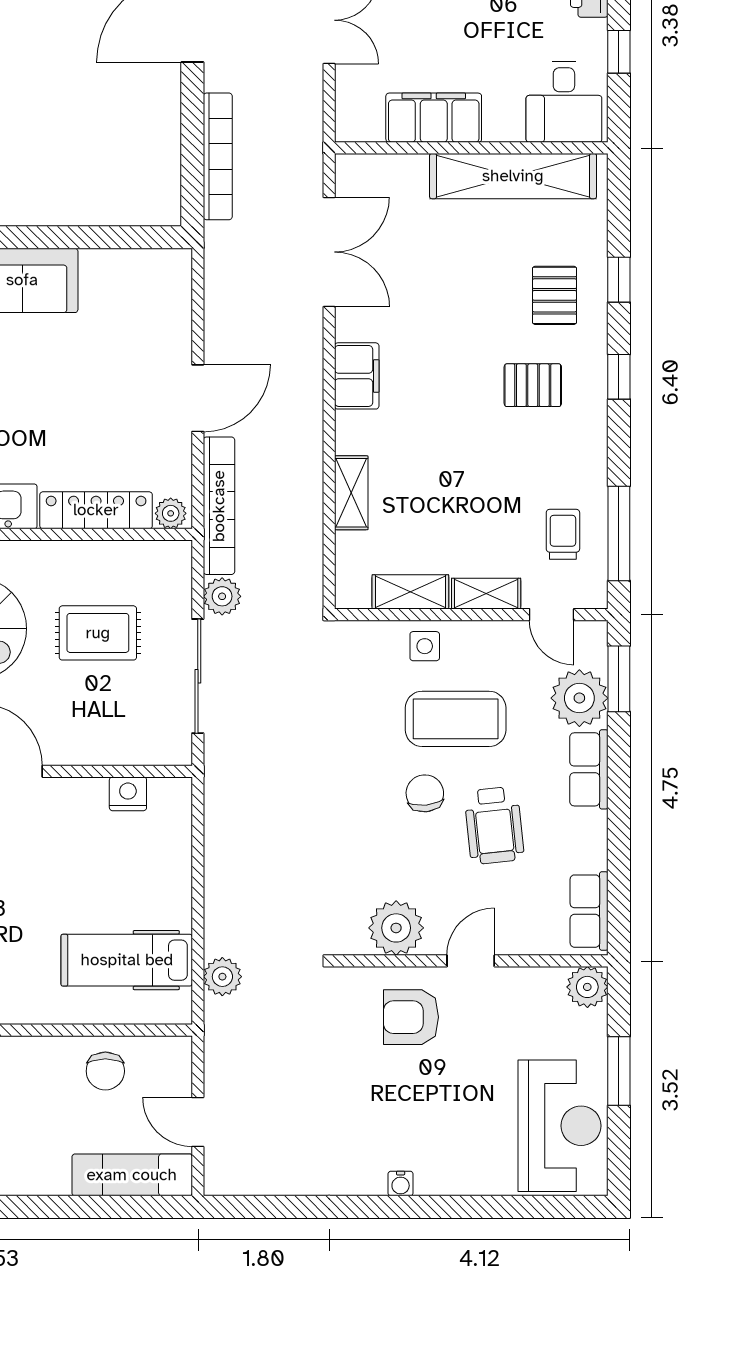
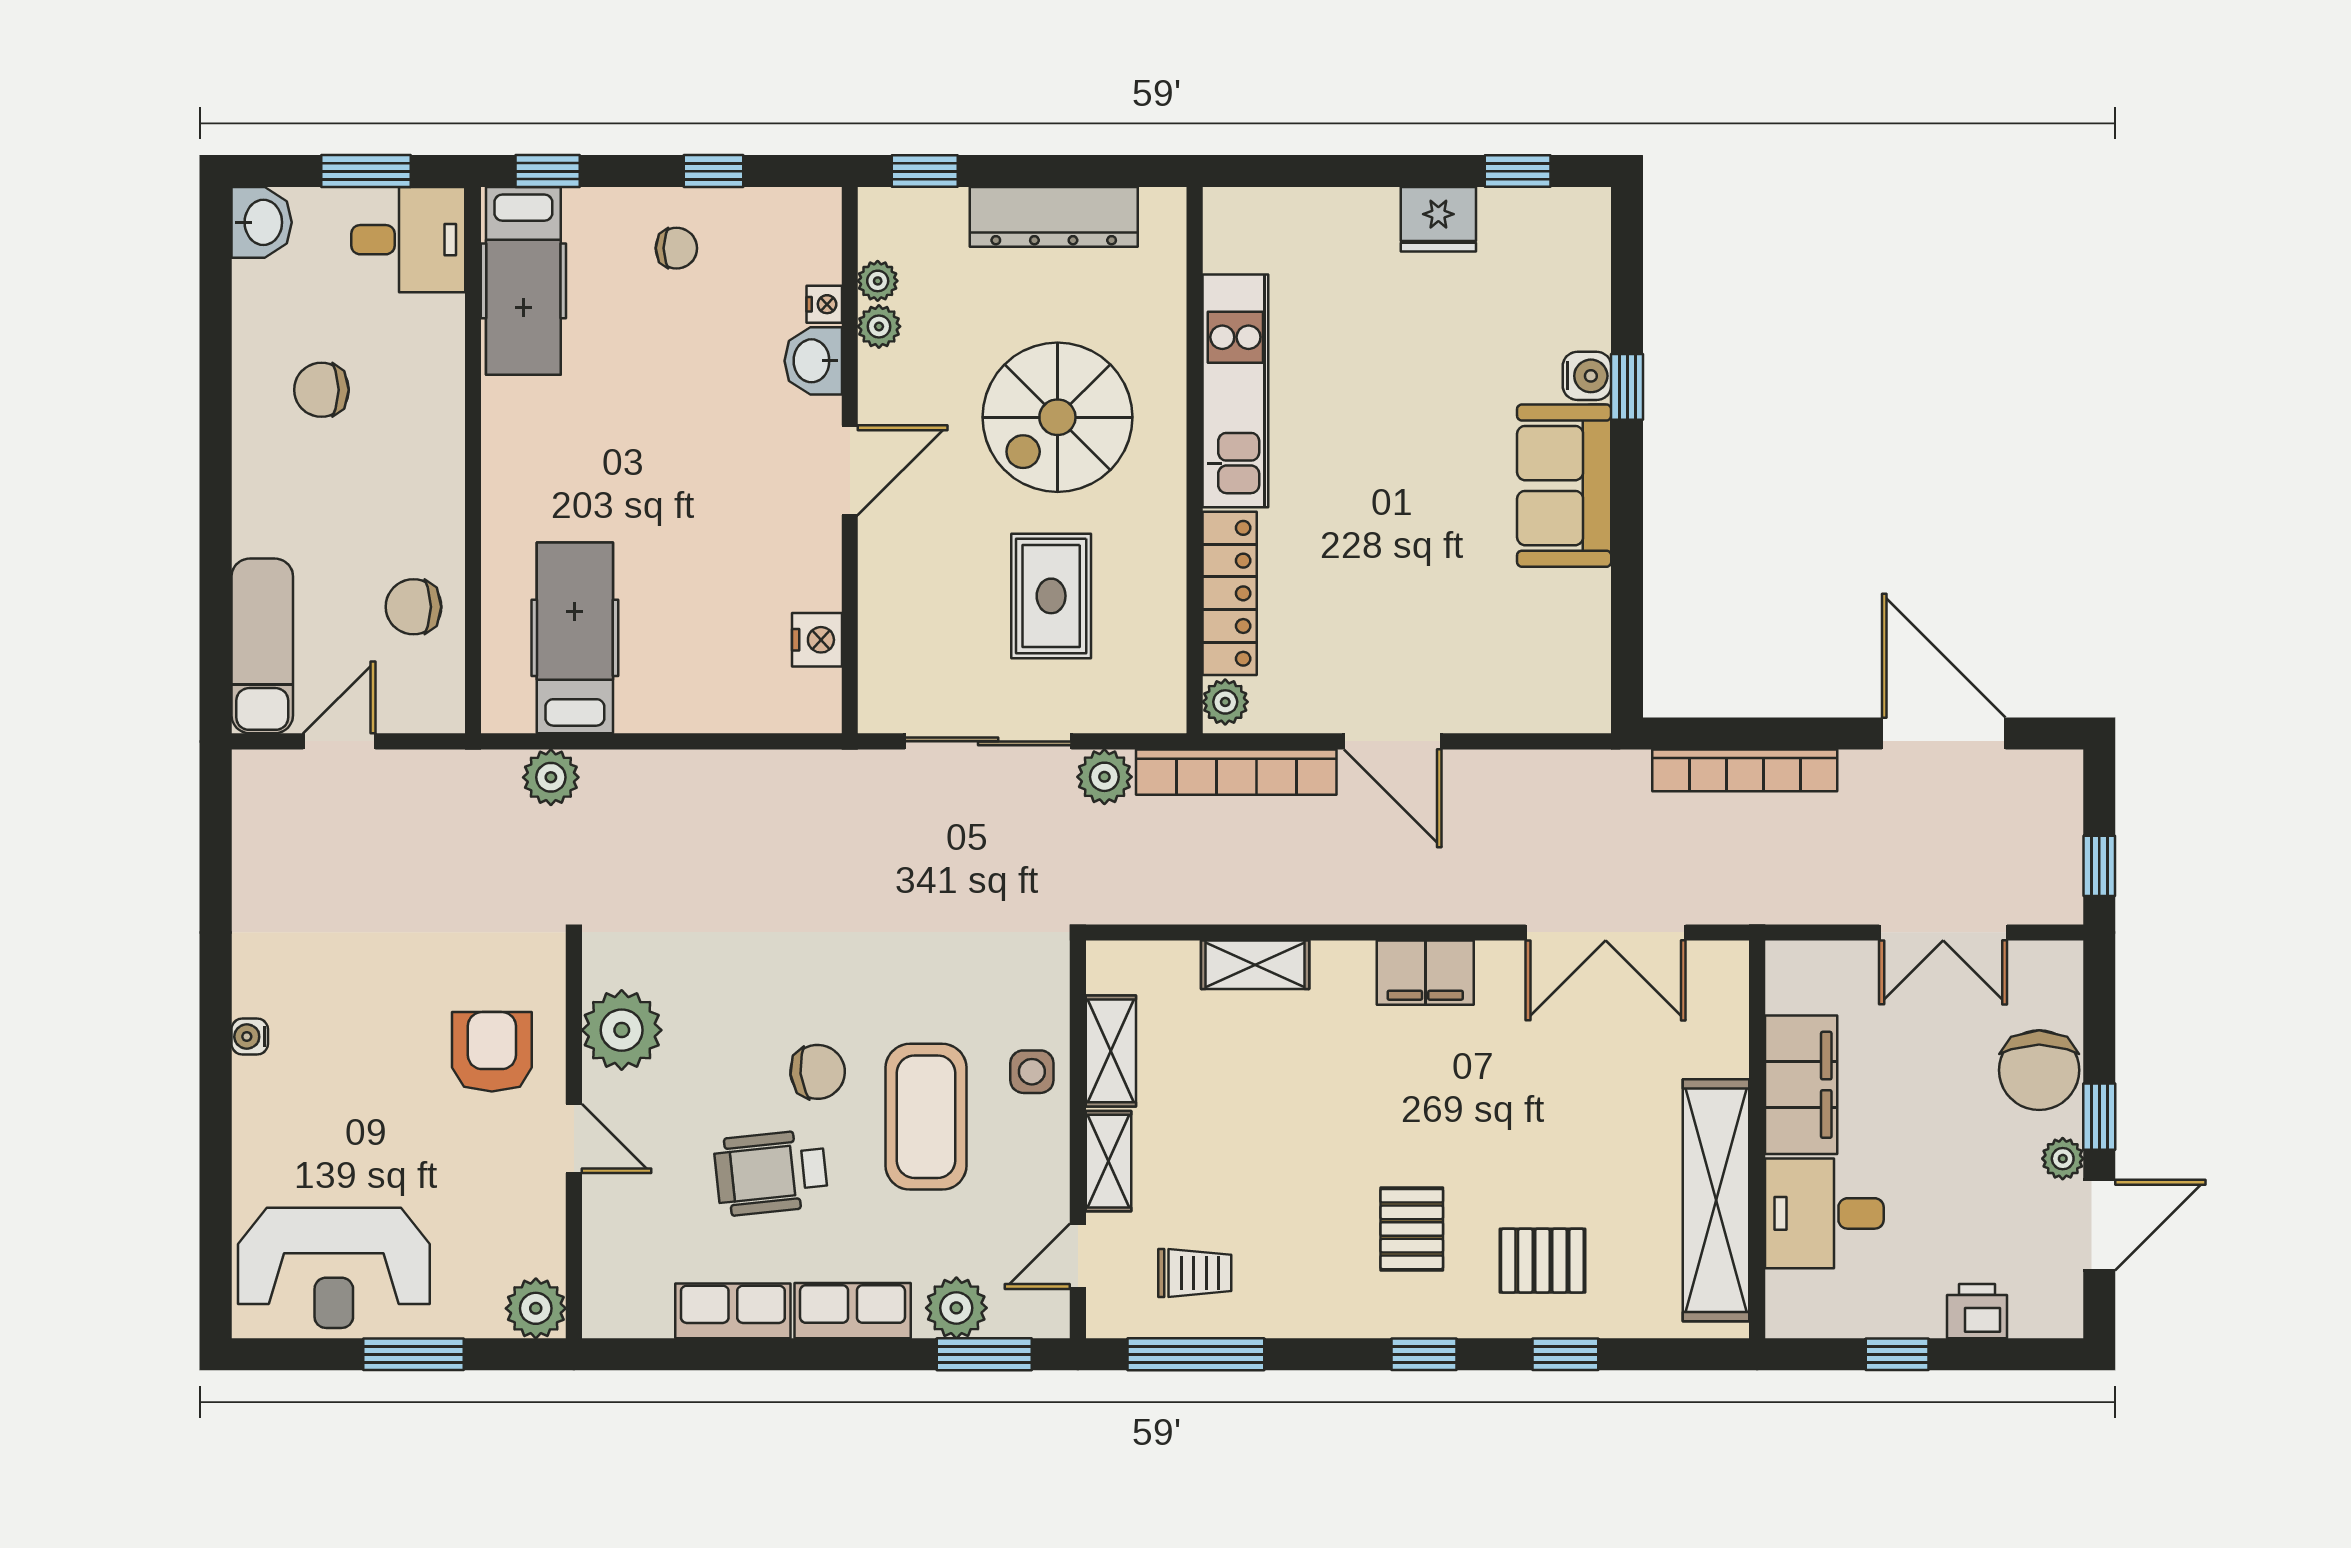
desk: (564, 102) -> (1824, 1213), moved
plant: (579, 698) -> (956, 1308), width x0.73, depth x0.73
row of seats: (589, 911) -> (733, 1311), moved

